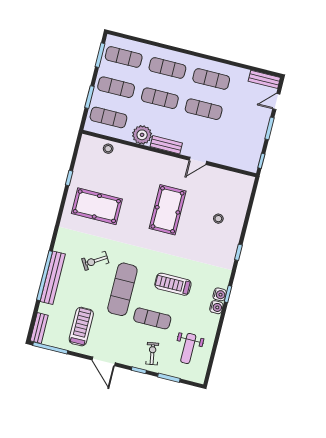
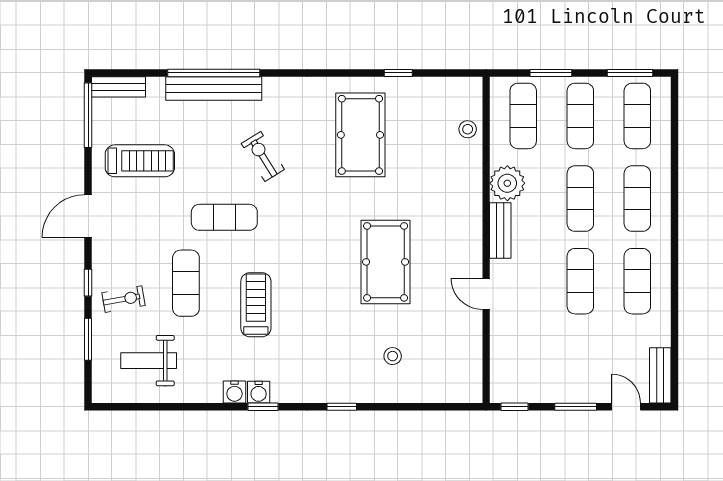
pool table: (168, 210) -> (386, 262), turned 90
exercise mat: (122, 289) -> (224, 217), width x0.73, depth x0.69

